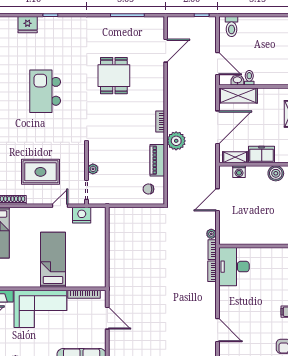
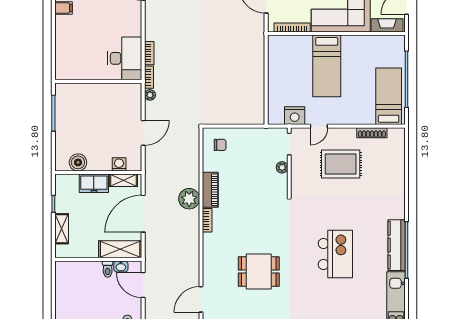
dining table: (114, 76) -> (259, 272), turned 90
piano: (157, 160) -> (210, 190), moved

